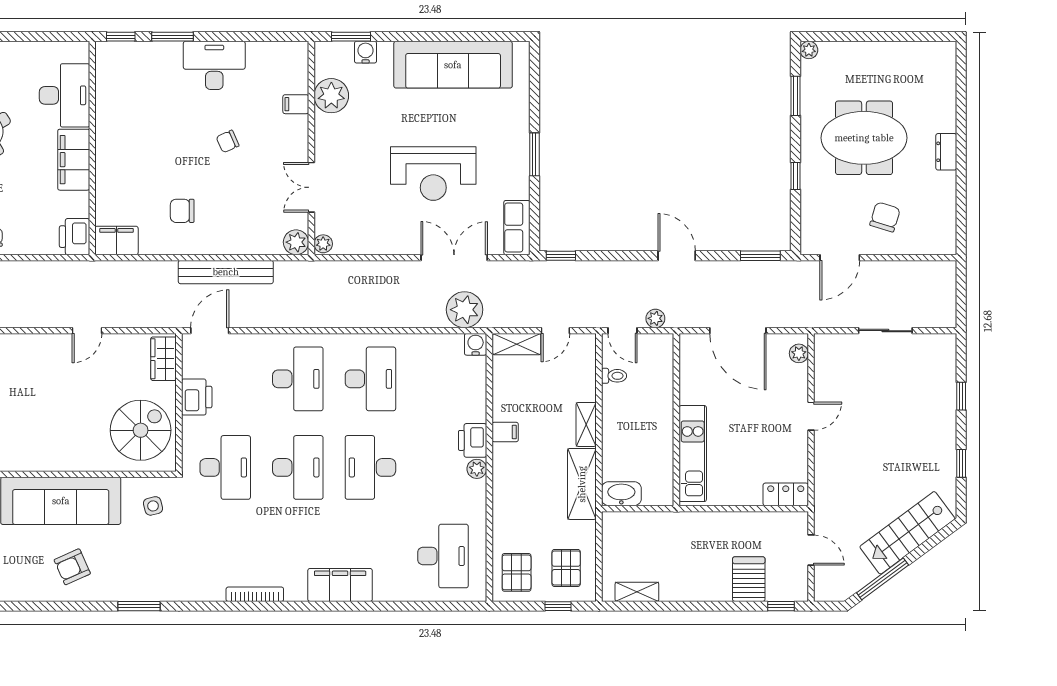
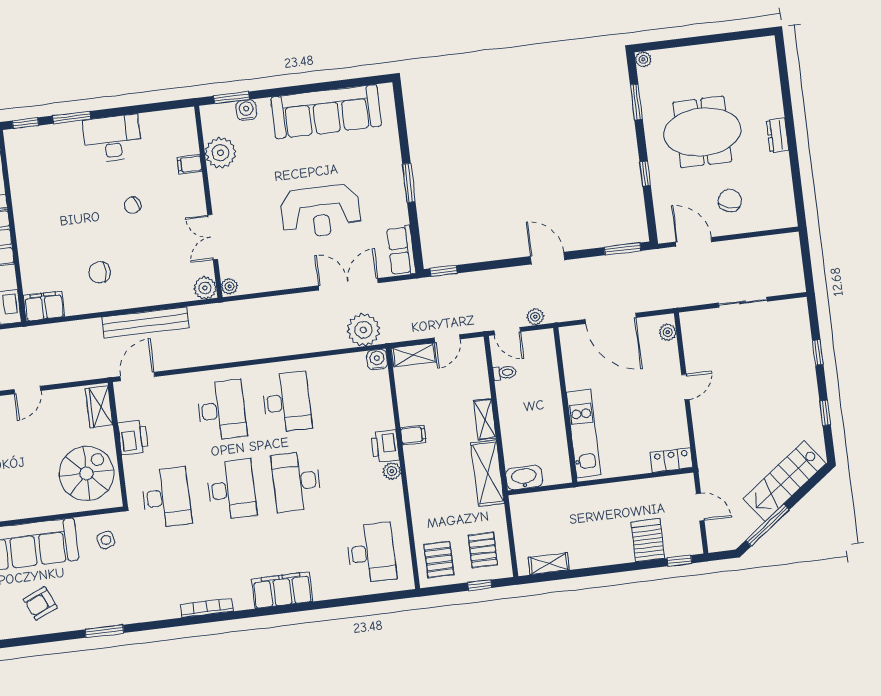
door: (840, 258) -> (694, 242), swing flipped

